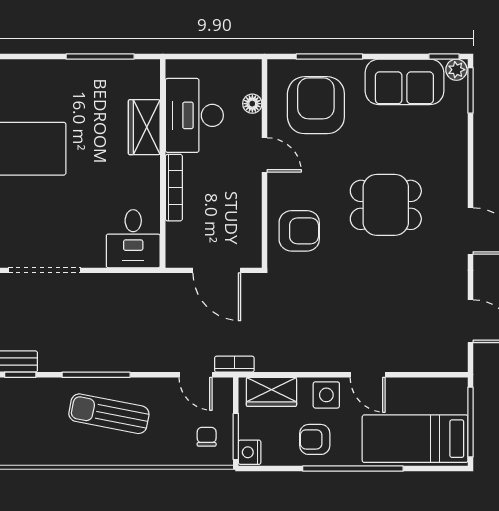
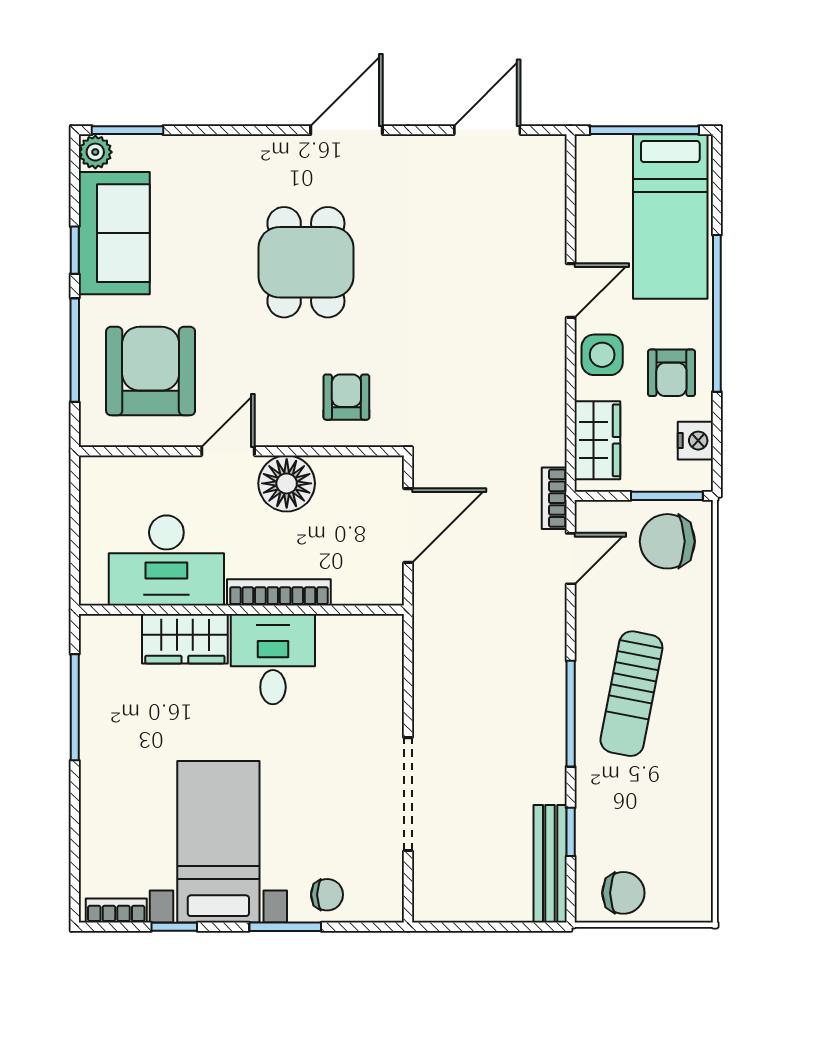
window: (444, 57) -> (75, 250), moved
floor lamp: (252, 104) -> (287, 483), moved, width x1.89, depth x1.89
armchair: (316, 105) -> (151, 371), turned 90
armchair: (299, 231) -> (346, 397), width x0.72, depth x0.72
desk: (133, 239) -> (273, 659), moved, turned -90
chair: (207, 437) -> (667, 541), width x1.87, depth x1.87
nightstand: (250, 452) -> (695, 441), moved, turned -90

